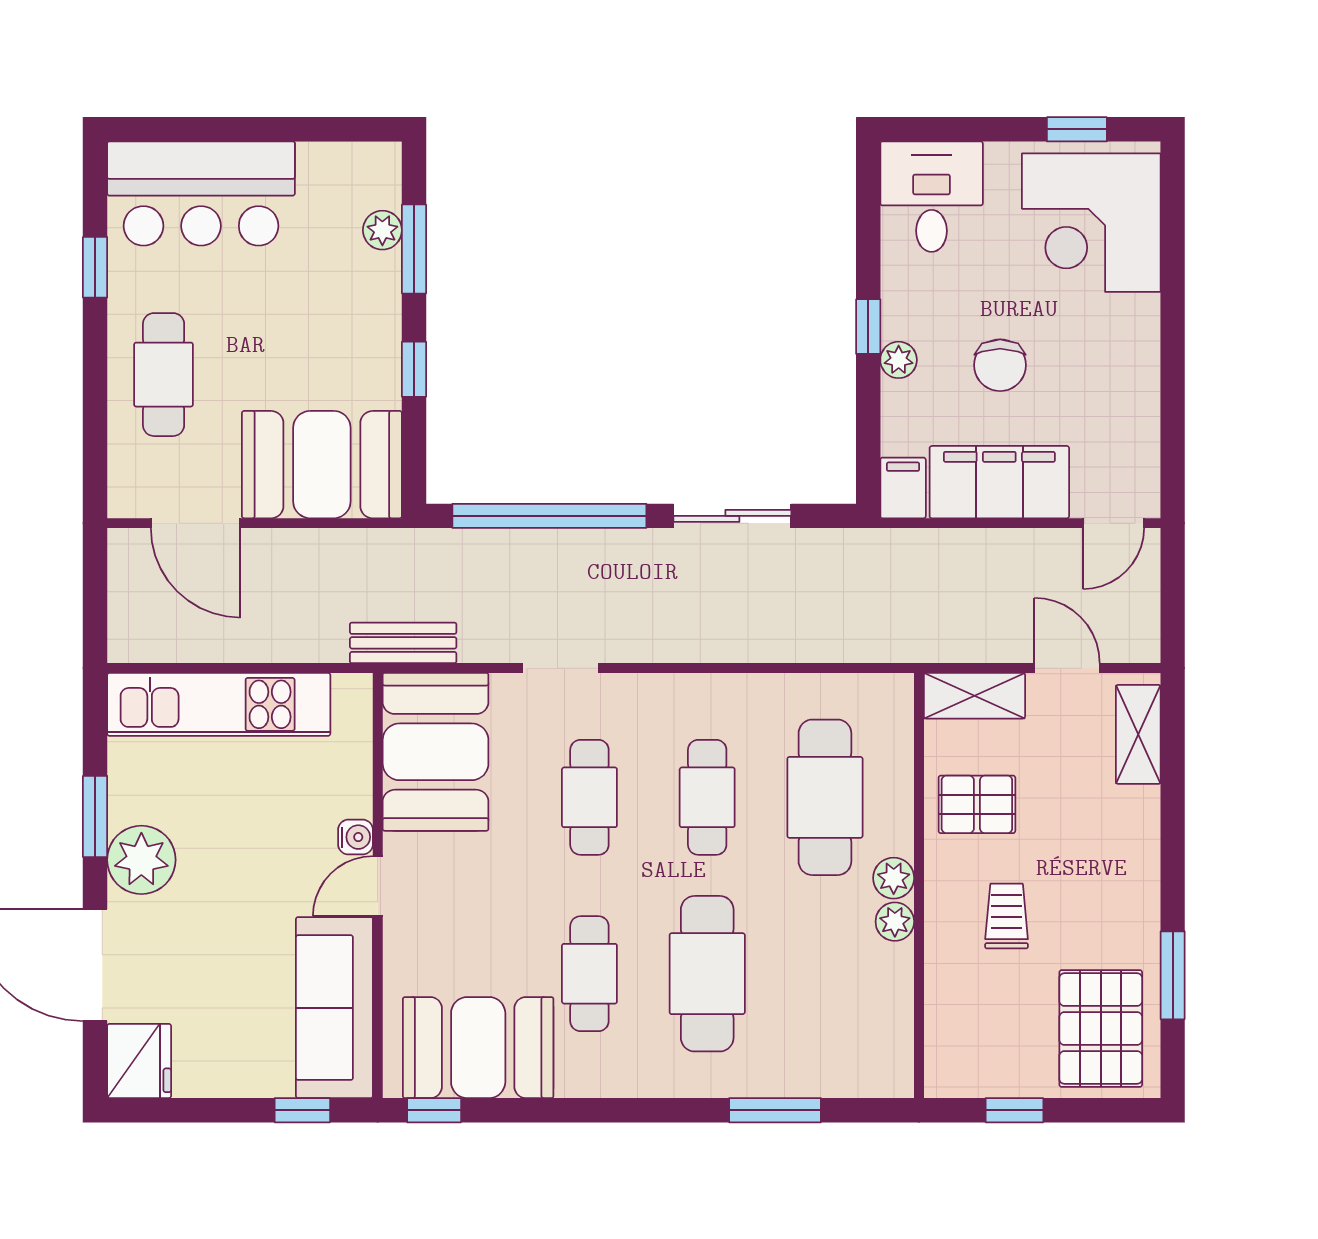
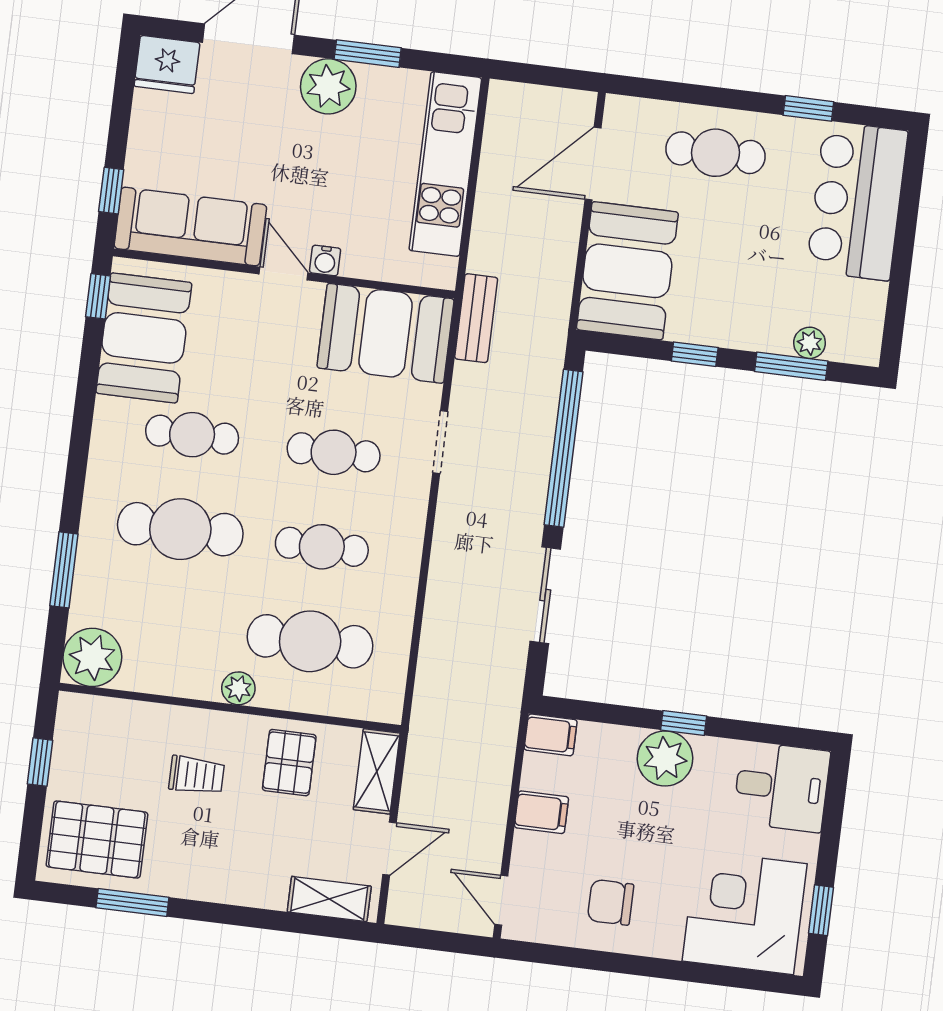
plant: (899, 360) -> (665, 758), width x1.88, depth x1.88
chair: (1000, 365) -> (611, 902), moved
filing cabinet: (999, 482) -> (541, 812), width x0.33, depth x0.86
plant: (895, 922) -> (92, 657), moved, width x1.88, depth x1.88

